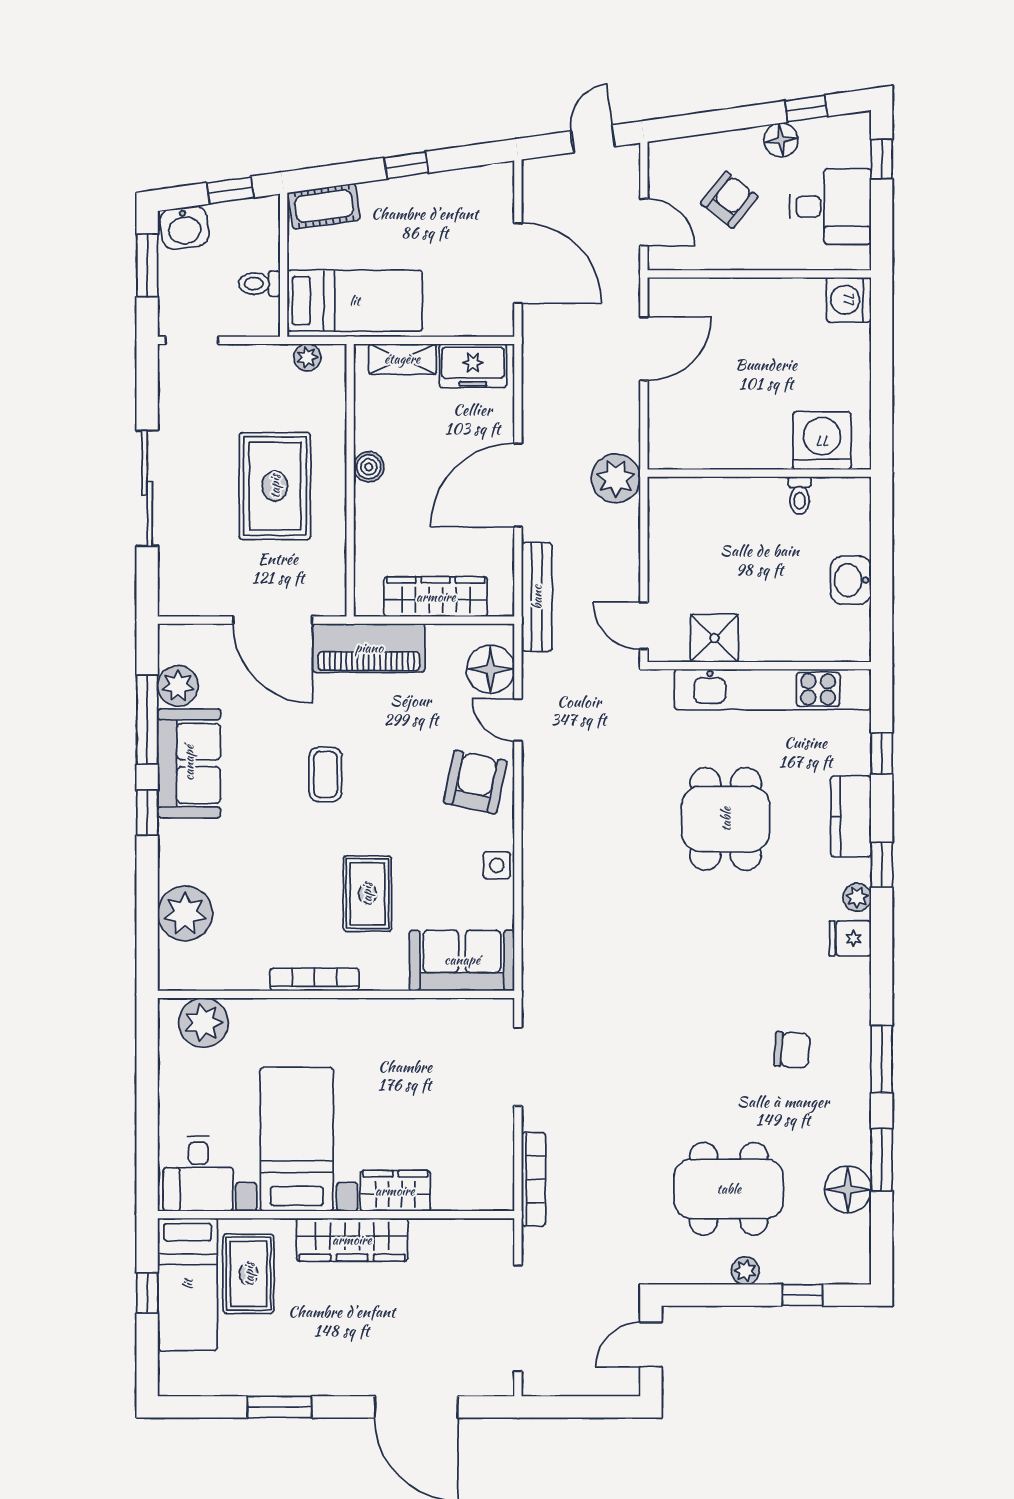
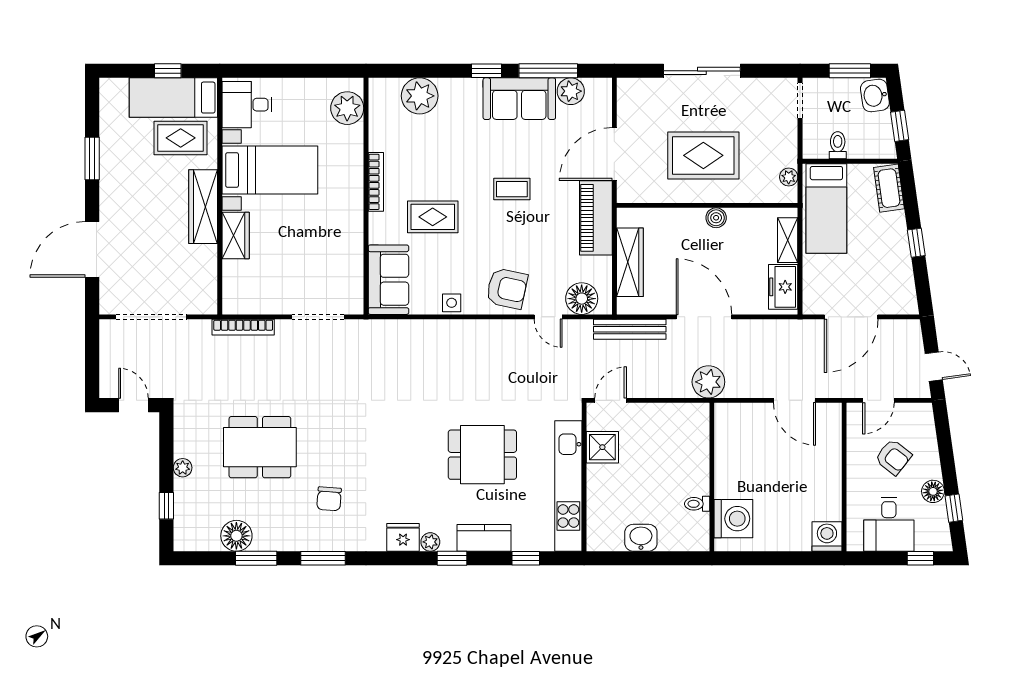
door: (518, 720) -> (548, 317), swing flipped
fridge: (850, 938) -> (403, 537), width x1.38
dining table: (729, 1189) -> (260, 447), moved, turned 90

